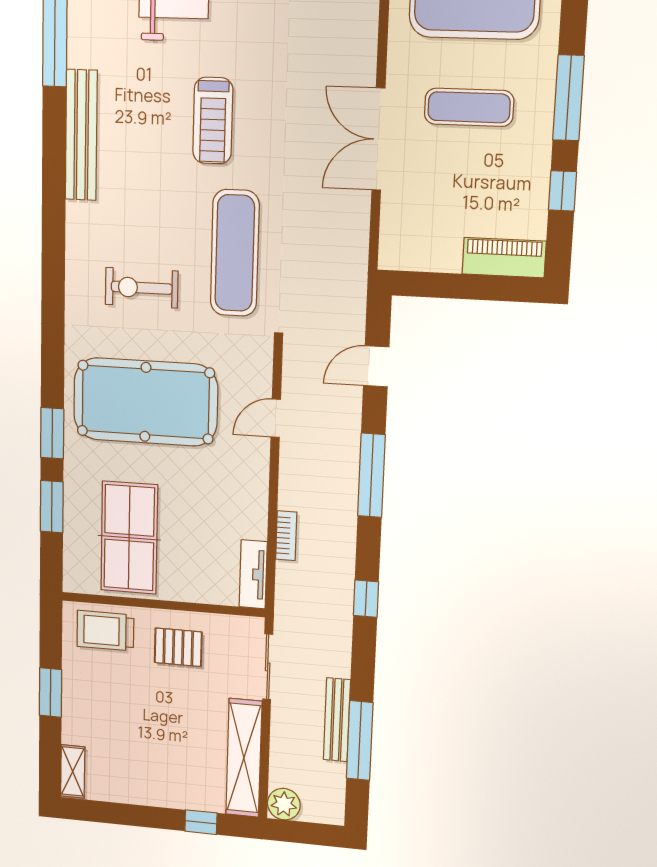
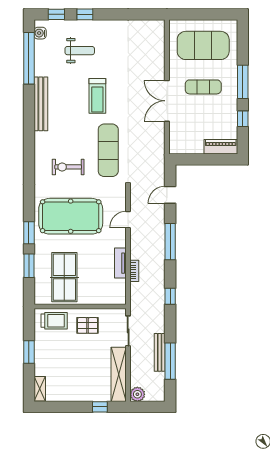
tv unit: (253, 574) -> (120, 263), moved
trolley: (105, 631) -> (54, 321), turned 180

